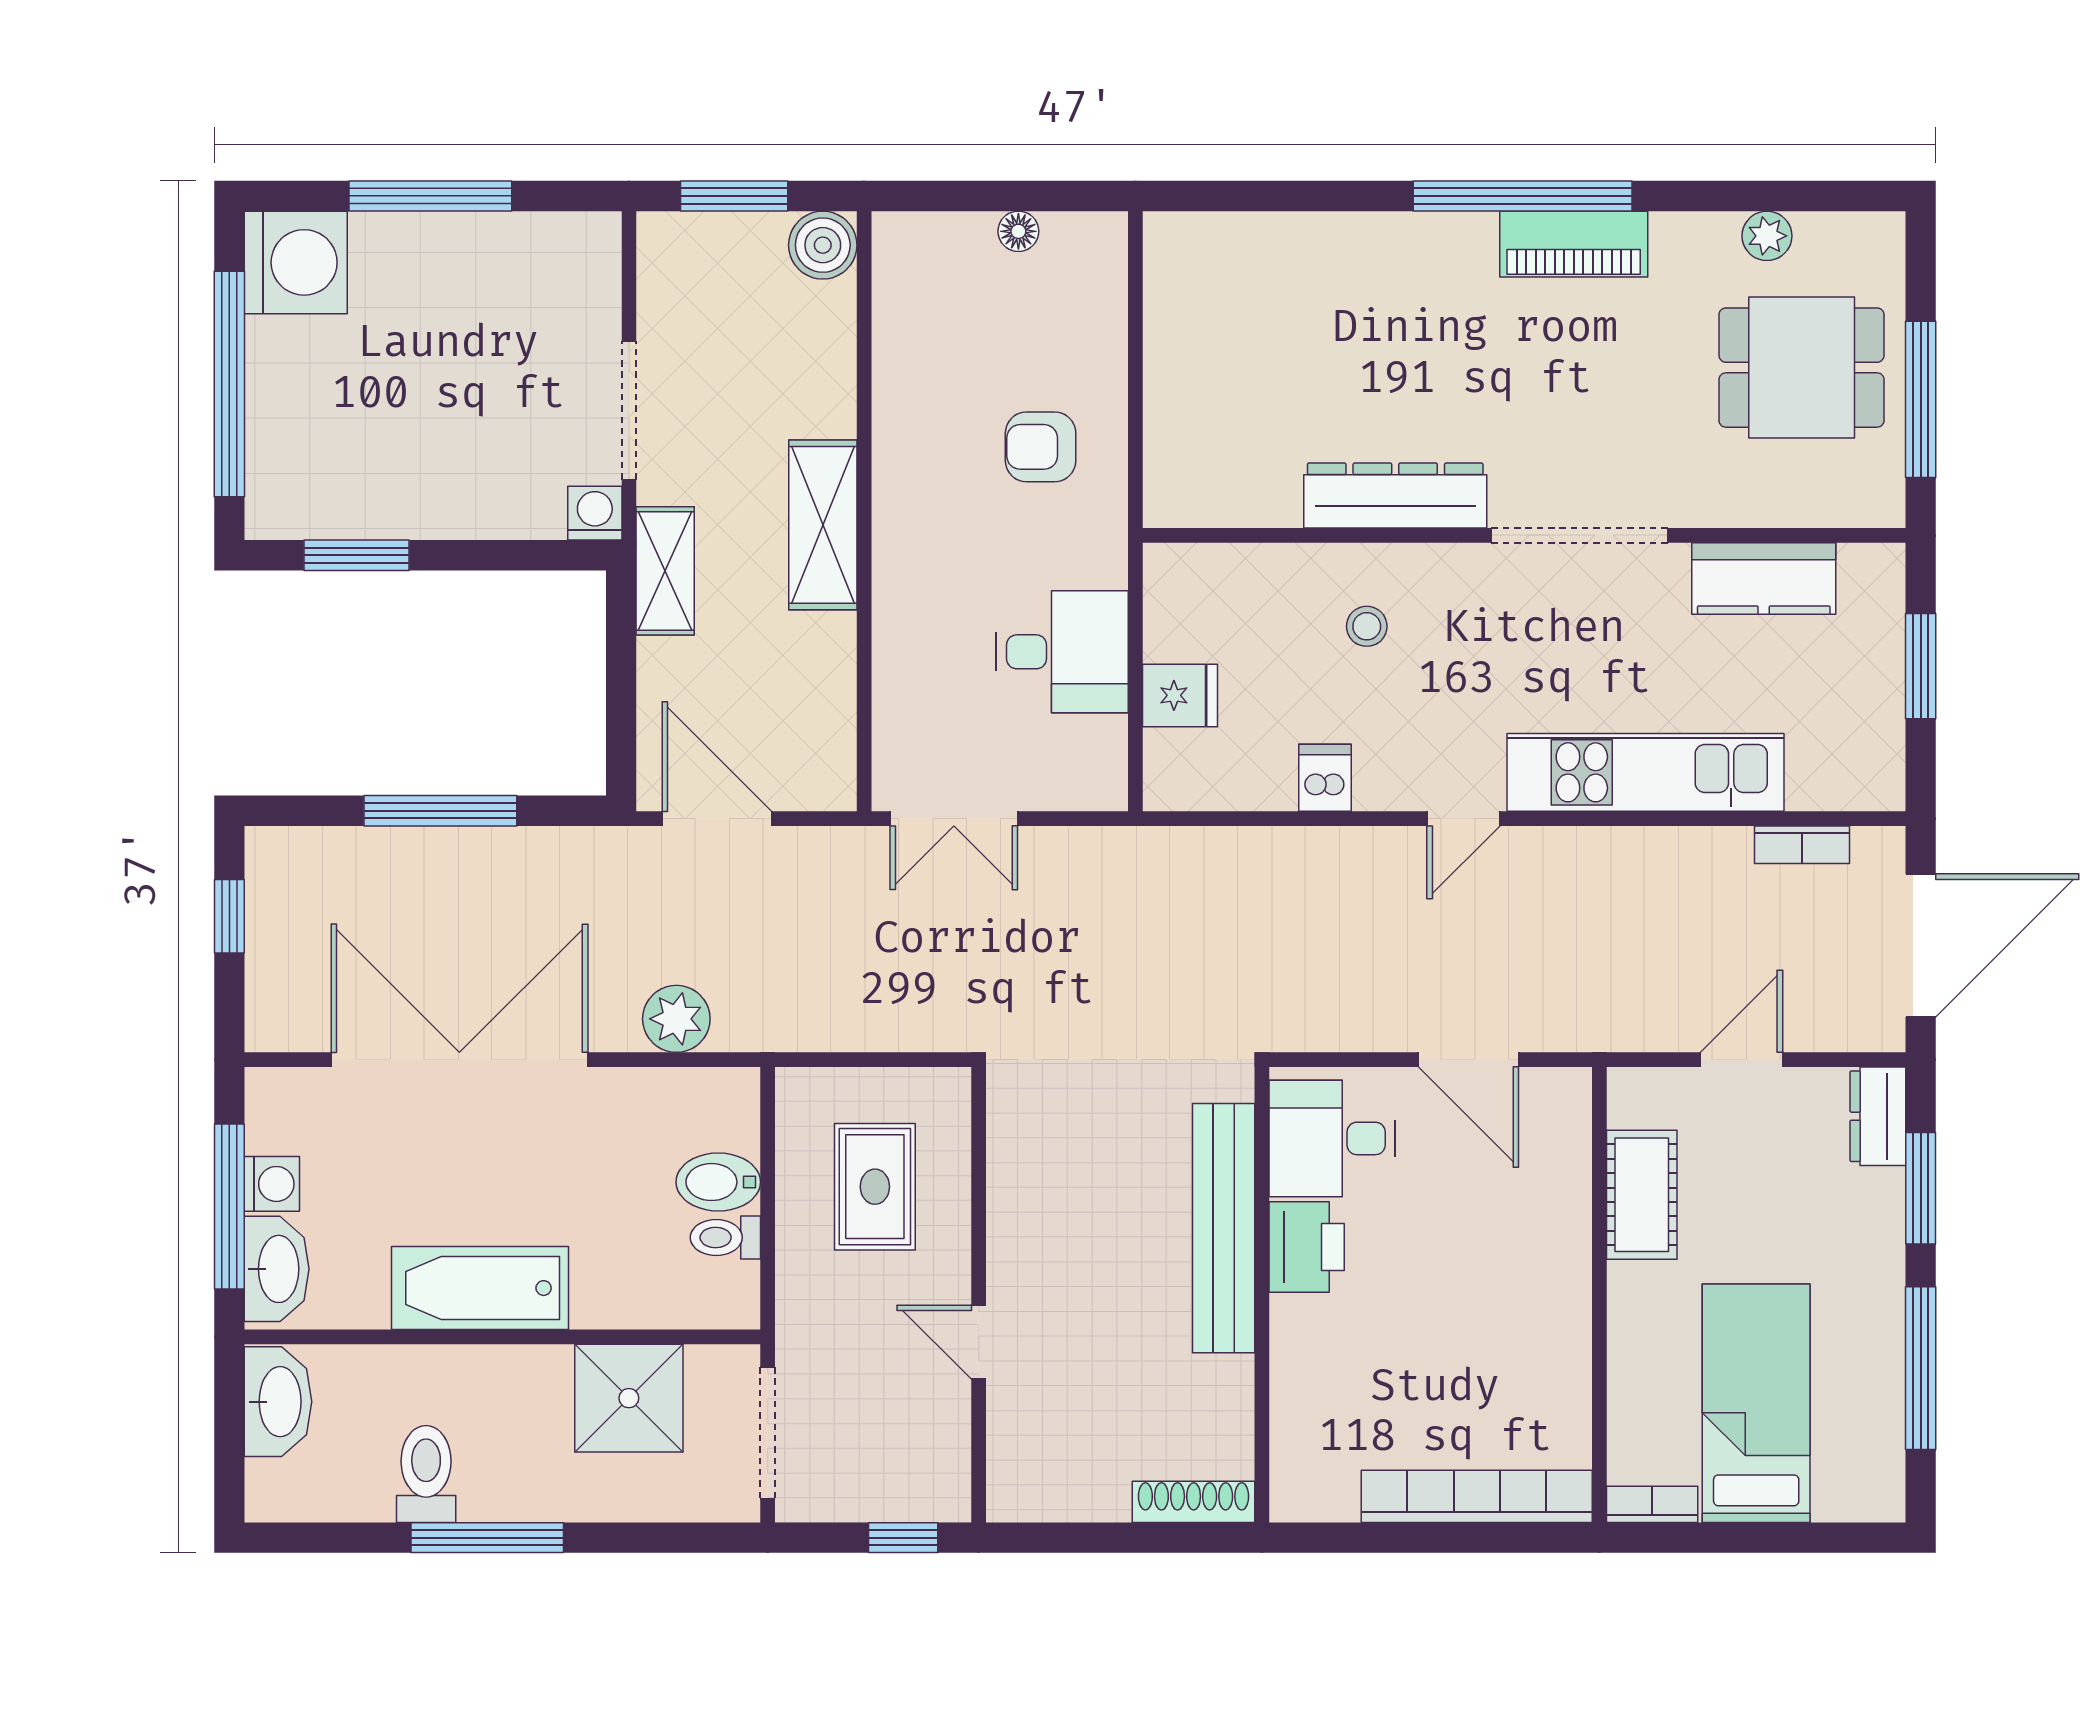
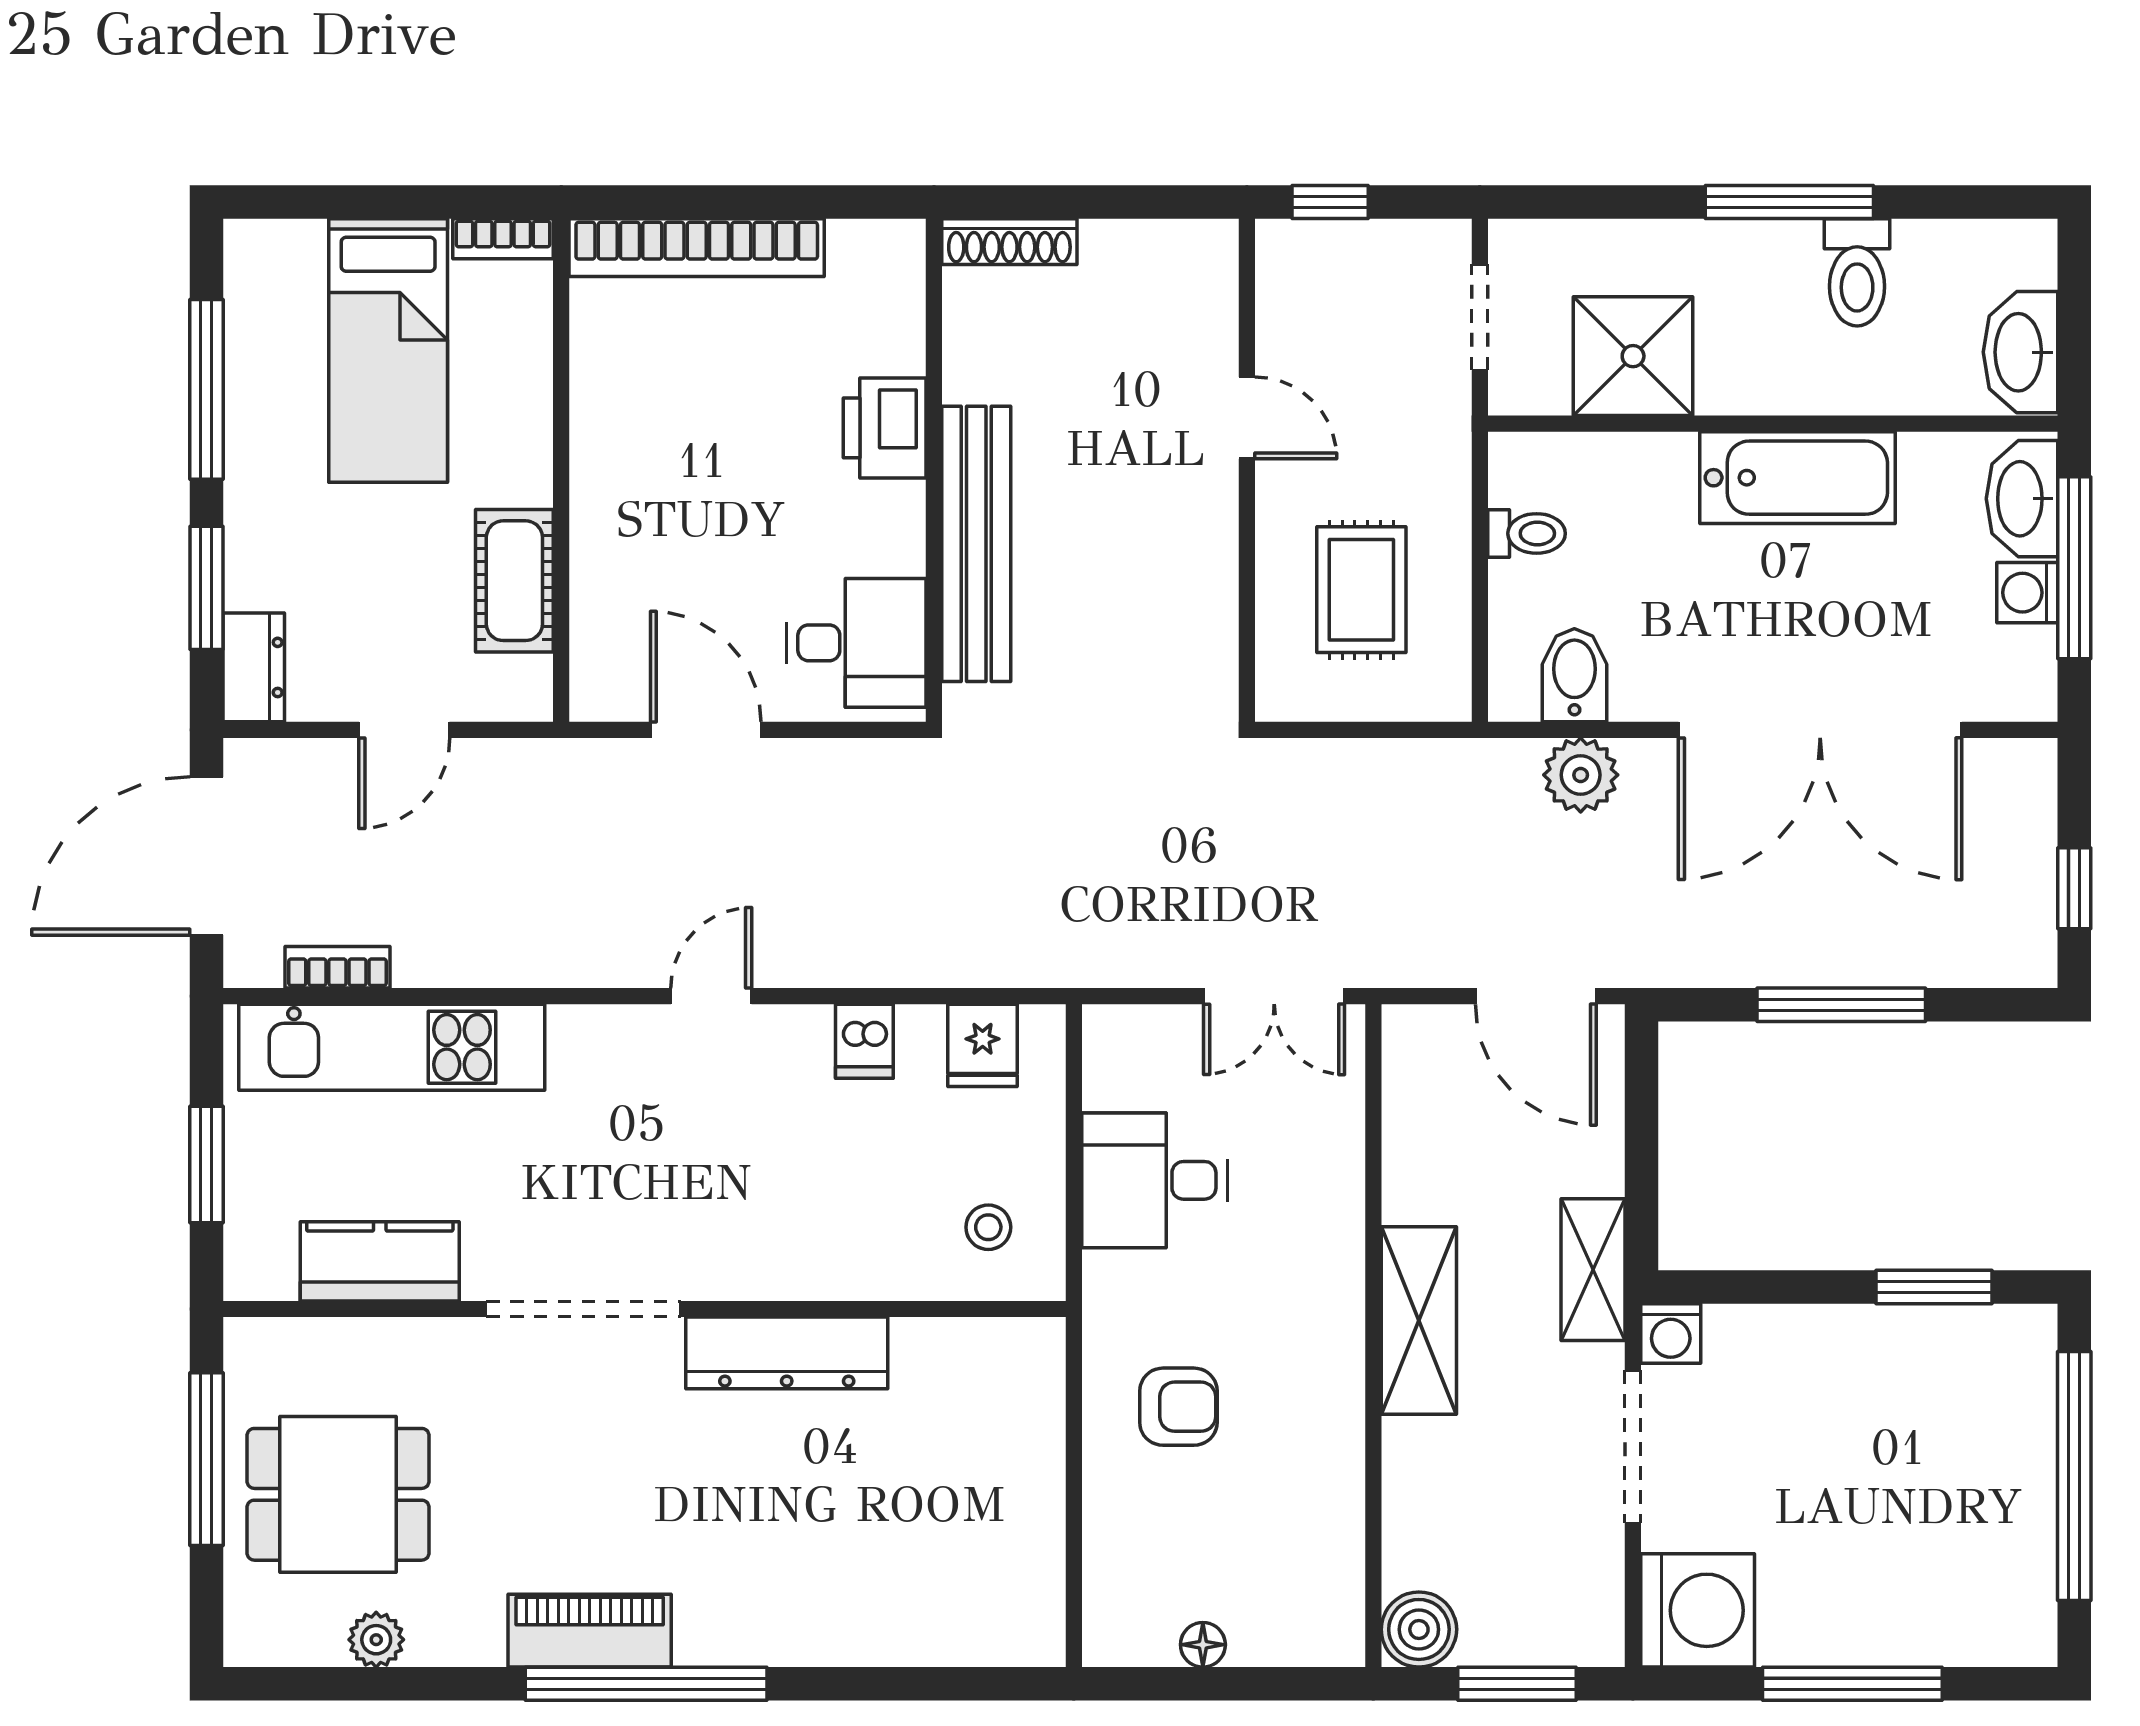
washing machine: (296, 262) -> (1698, 1610), moved, turned 180
stool: (1367, 626) -> (988, 1227), moved
fridge: (1180, 695) -> (983, 1045), moved, turned -90
kitchen unit: (1645, 772) -> (392, 1047), moved
double door: (954, 819) -> (1274, 996), swing flipped
bidet: (718, 1182) -> (1574, 675), moved, turned -90
printer: (1307, 1247) -> (885, 428), moved
doorway: (768, 1433) -> (1480, 317), width x0.73

